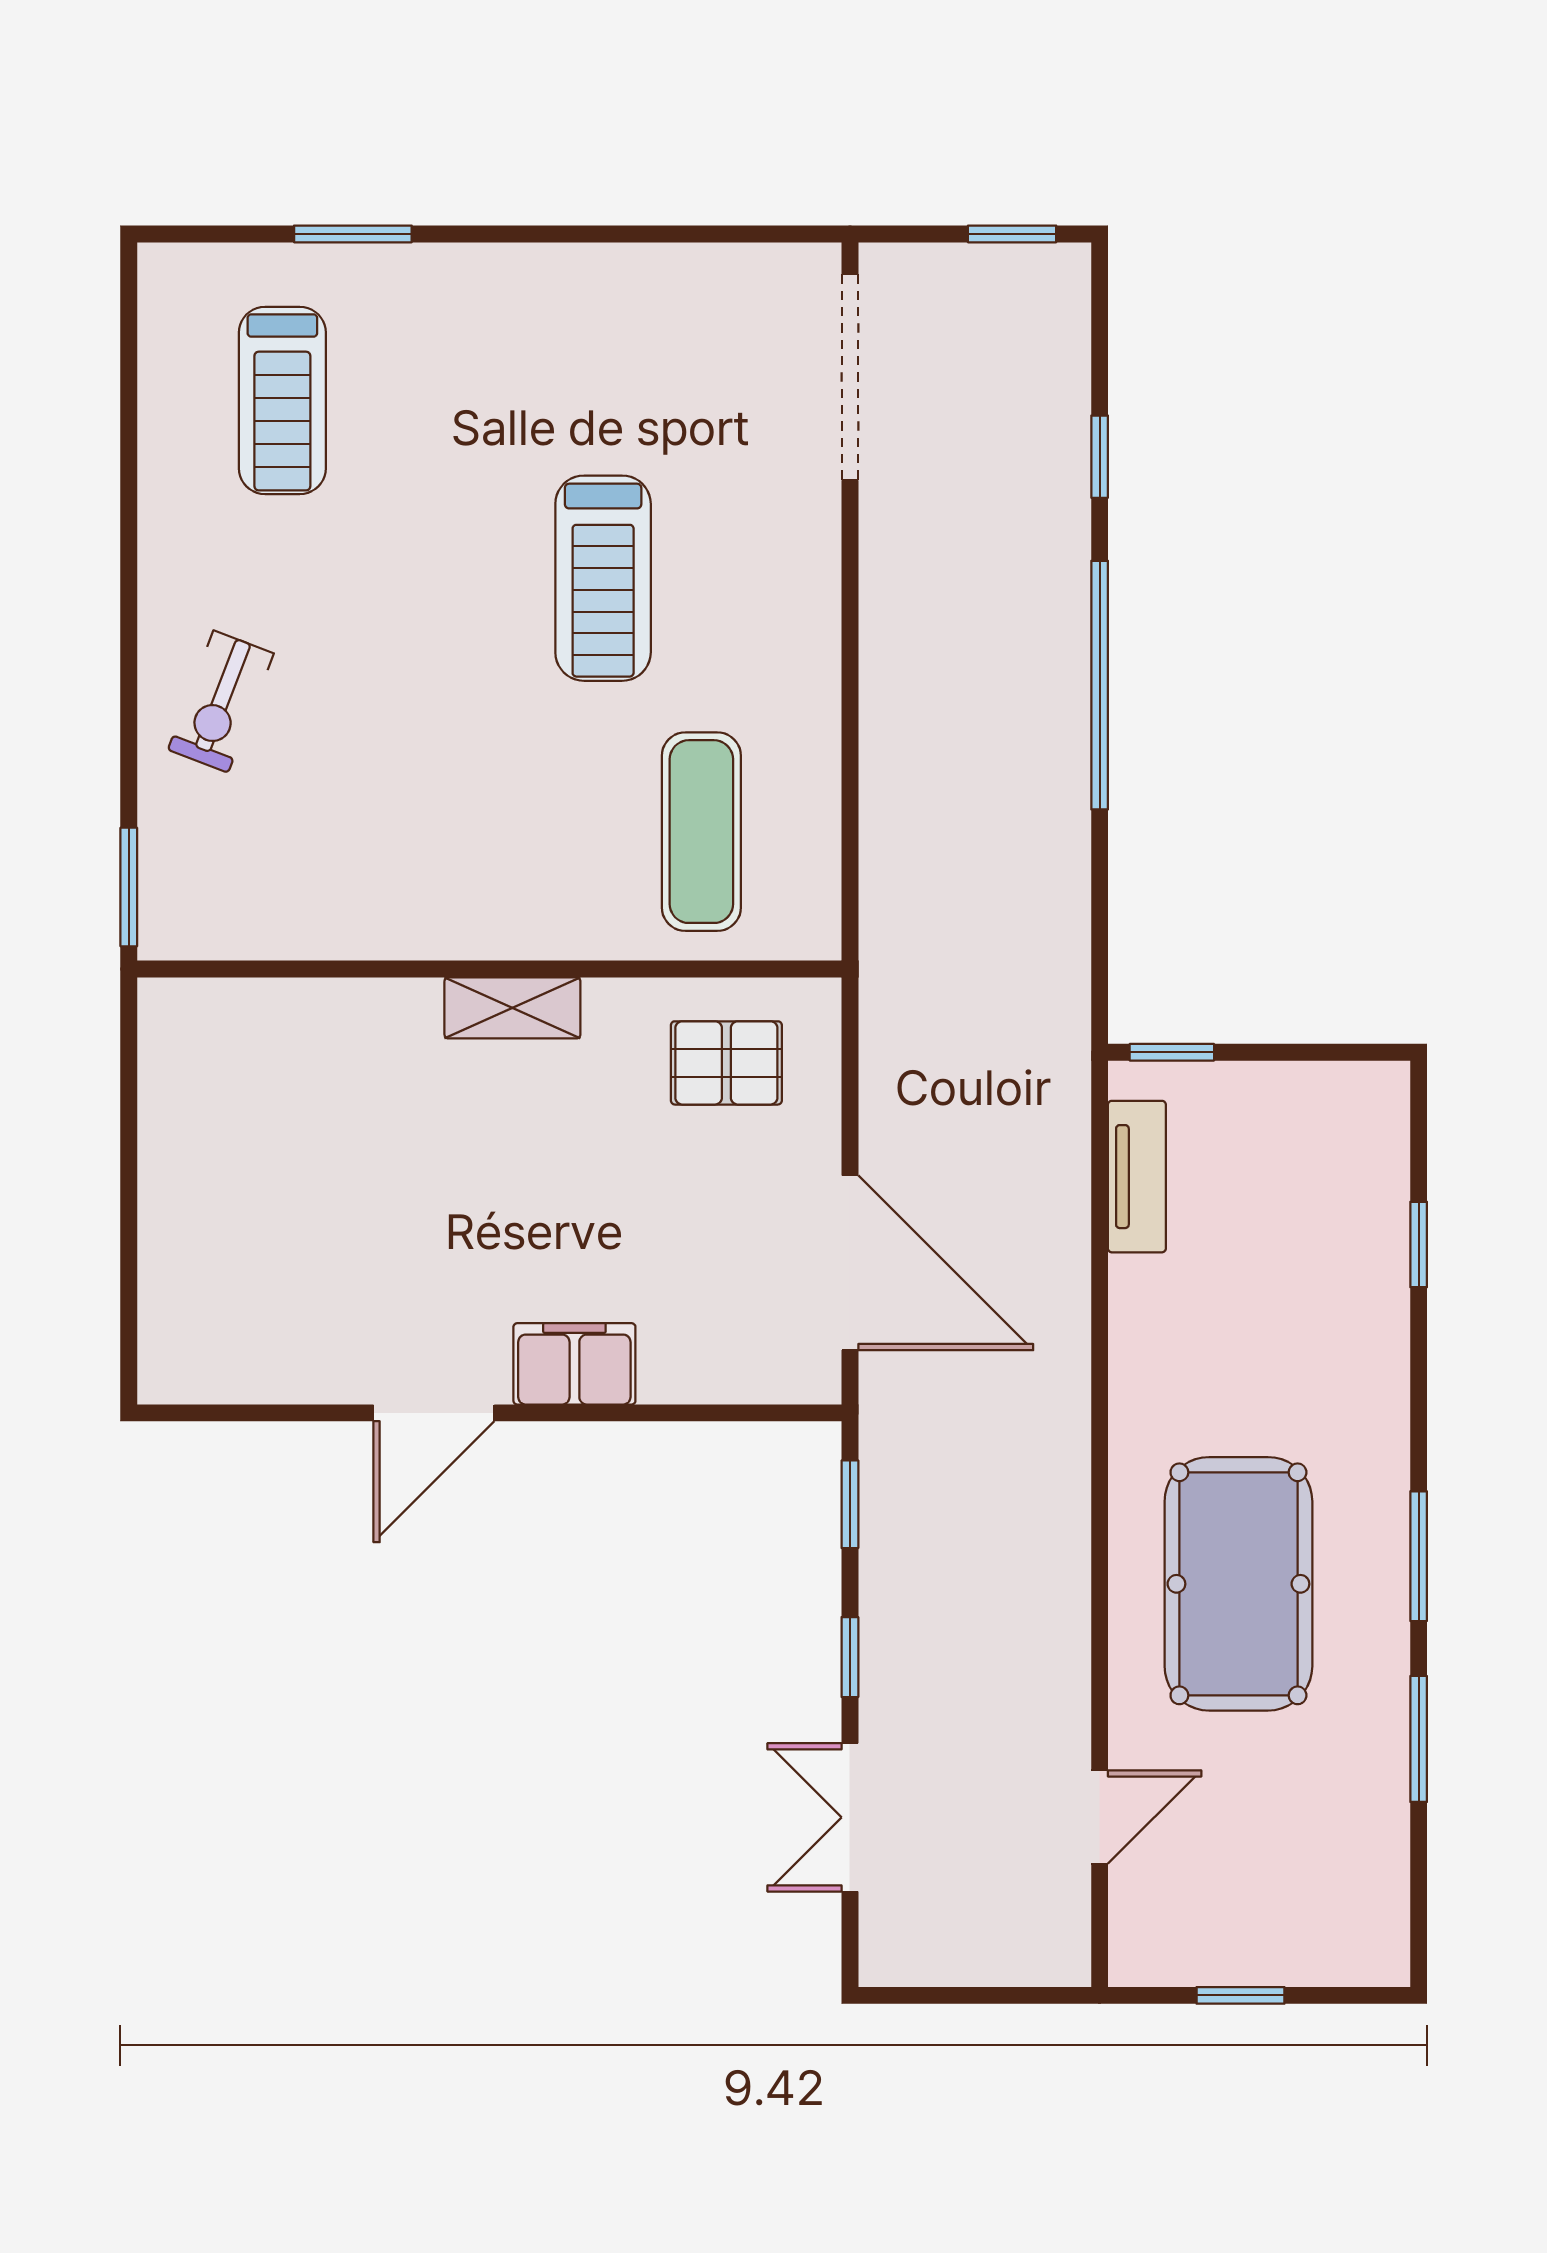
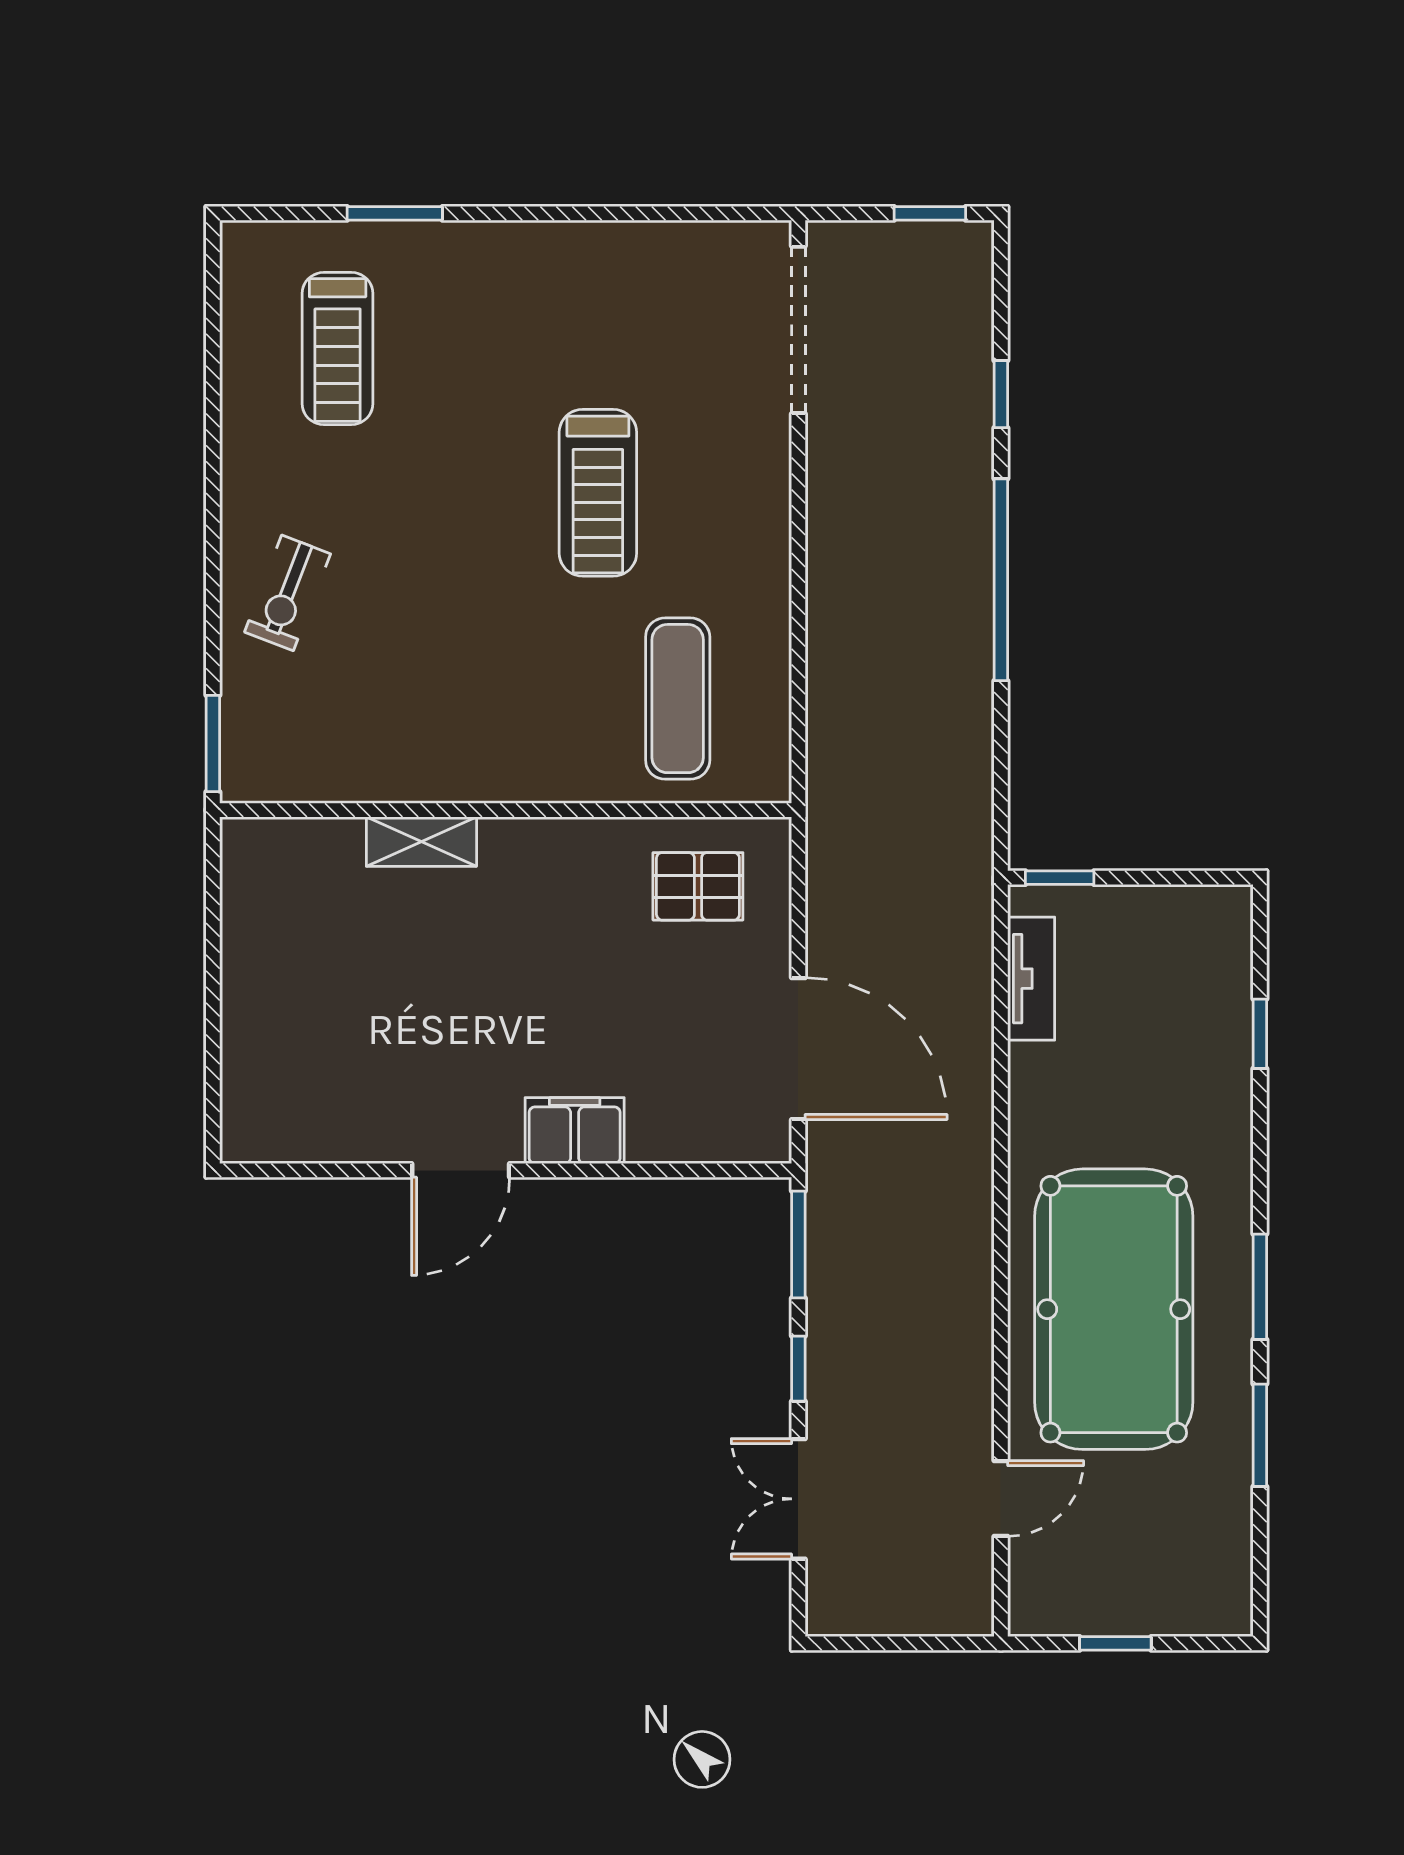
shelving: (512, 1008) -> (421, 842), moved
window: (850, 1504) -> (798, 1245), width x1.50
pool table: (1238, 1584) -> (1114, 1309), width x1.36, depth x1.32

